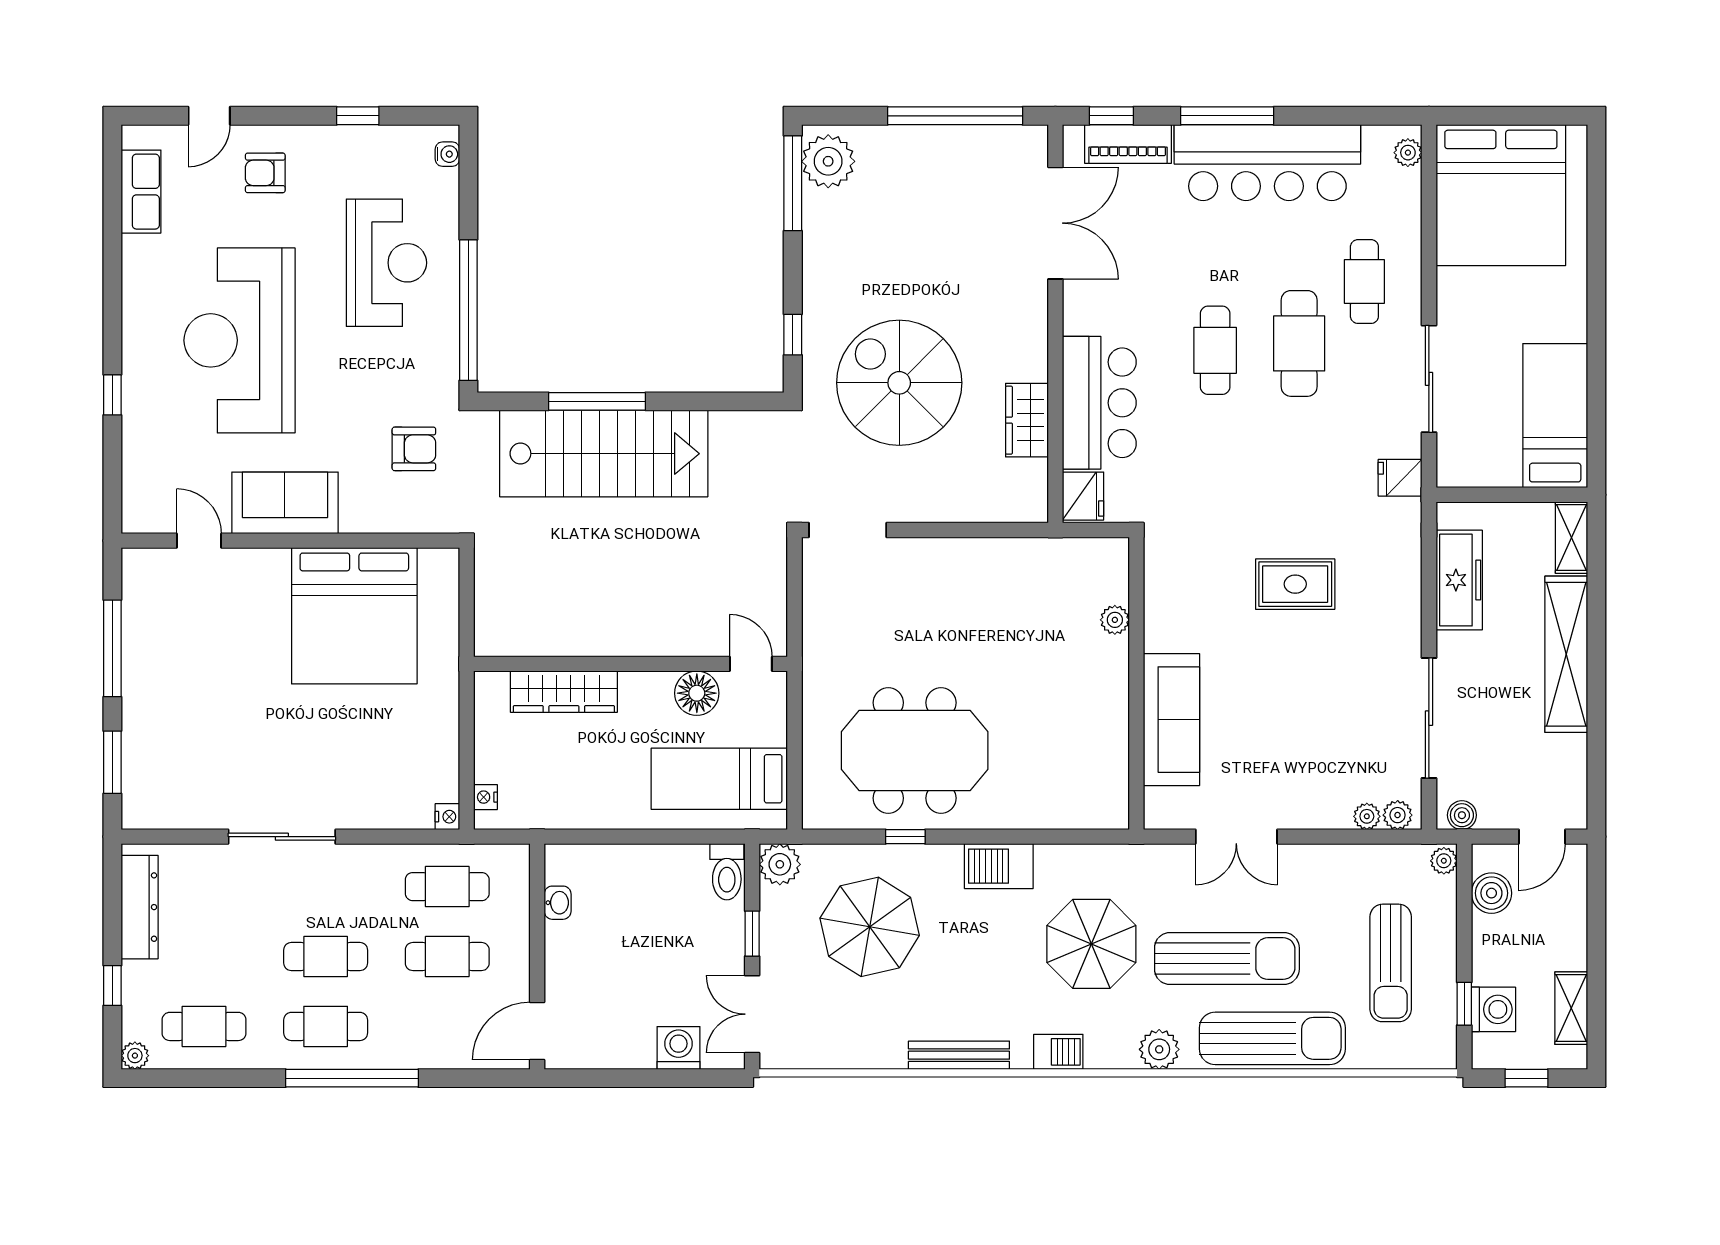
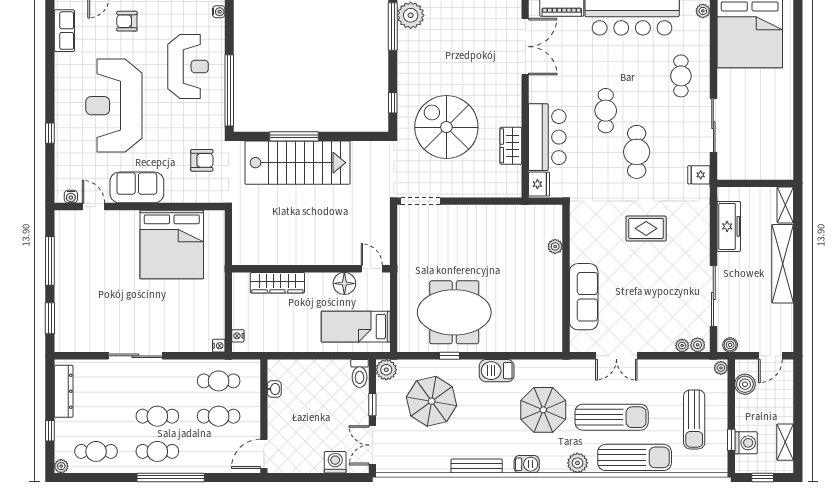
cafe table: (1299, 343) -> (637, 152), moved
bed: (1555, 416) -> (777, 144), removed
water cooler: (154, 521) -> (71, 197), added

